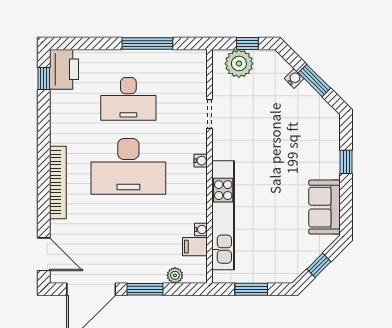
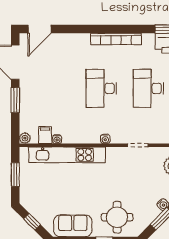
round table: (312, 144) -> (117, 217), added
desk: (128, 166) -> (101, 88), width x0.73, depth x0.77
bookcase: (58, 182) -> (116, 39), moved
plant: (175, 275) -> (25, 138), moved

